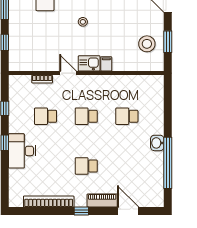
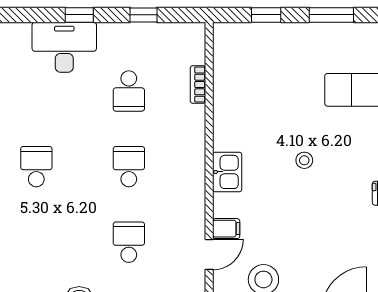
filing cabinet: (106, 64) -> (226, 229), moved
door: (68, 73) -> (209, 254), moved
school desk: (46, 116) -> (129, 91), turned 180

